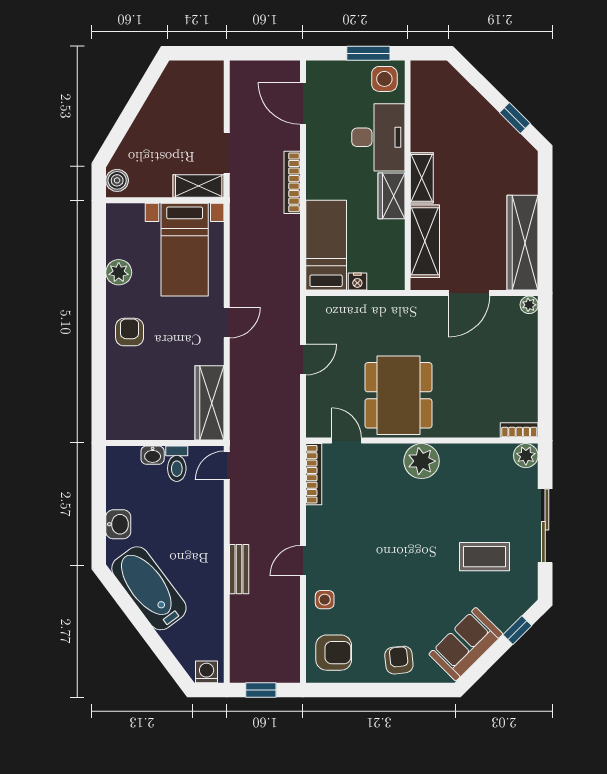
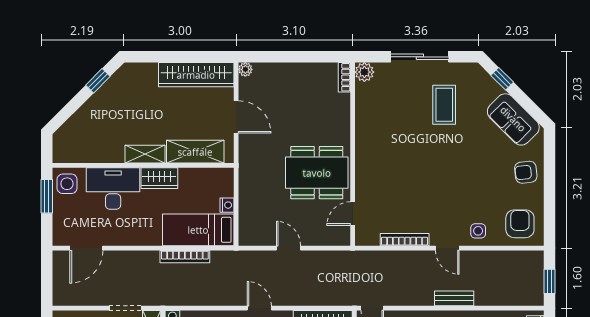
bookcase: (292, 182) -> (185, 257), moved
plant: (422, 461) -> (369, 154), removed
bookcase: (314, 474) -> (405, 240), moved

